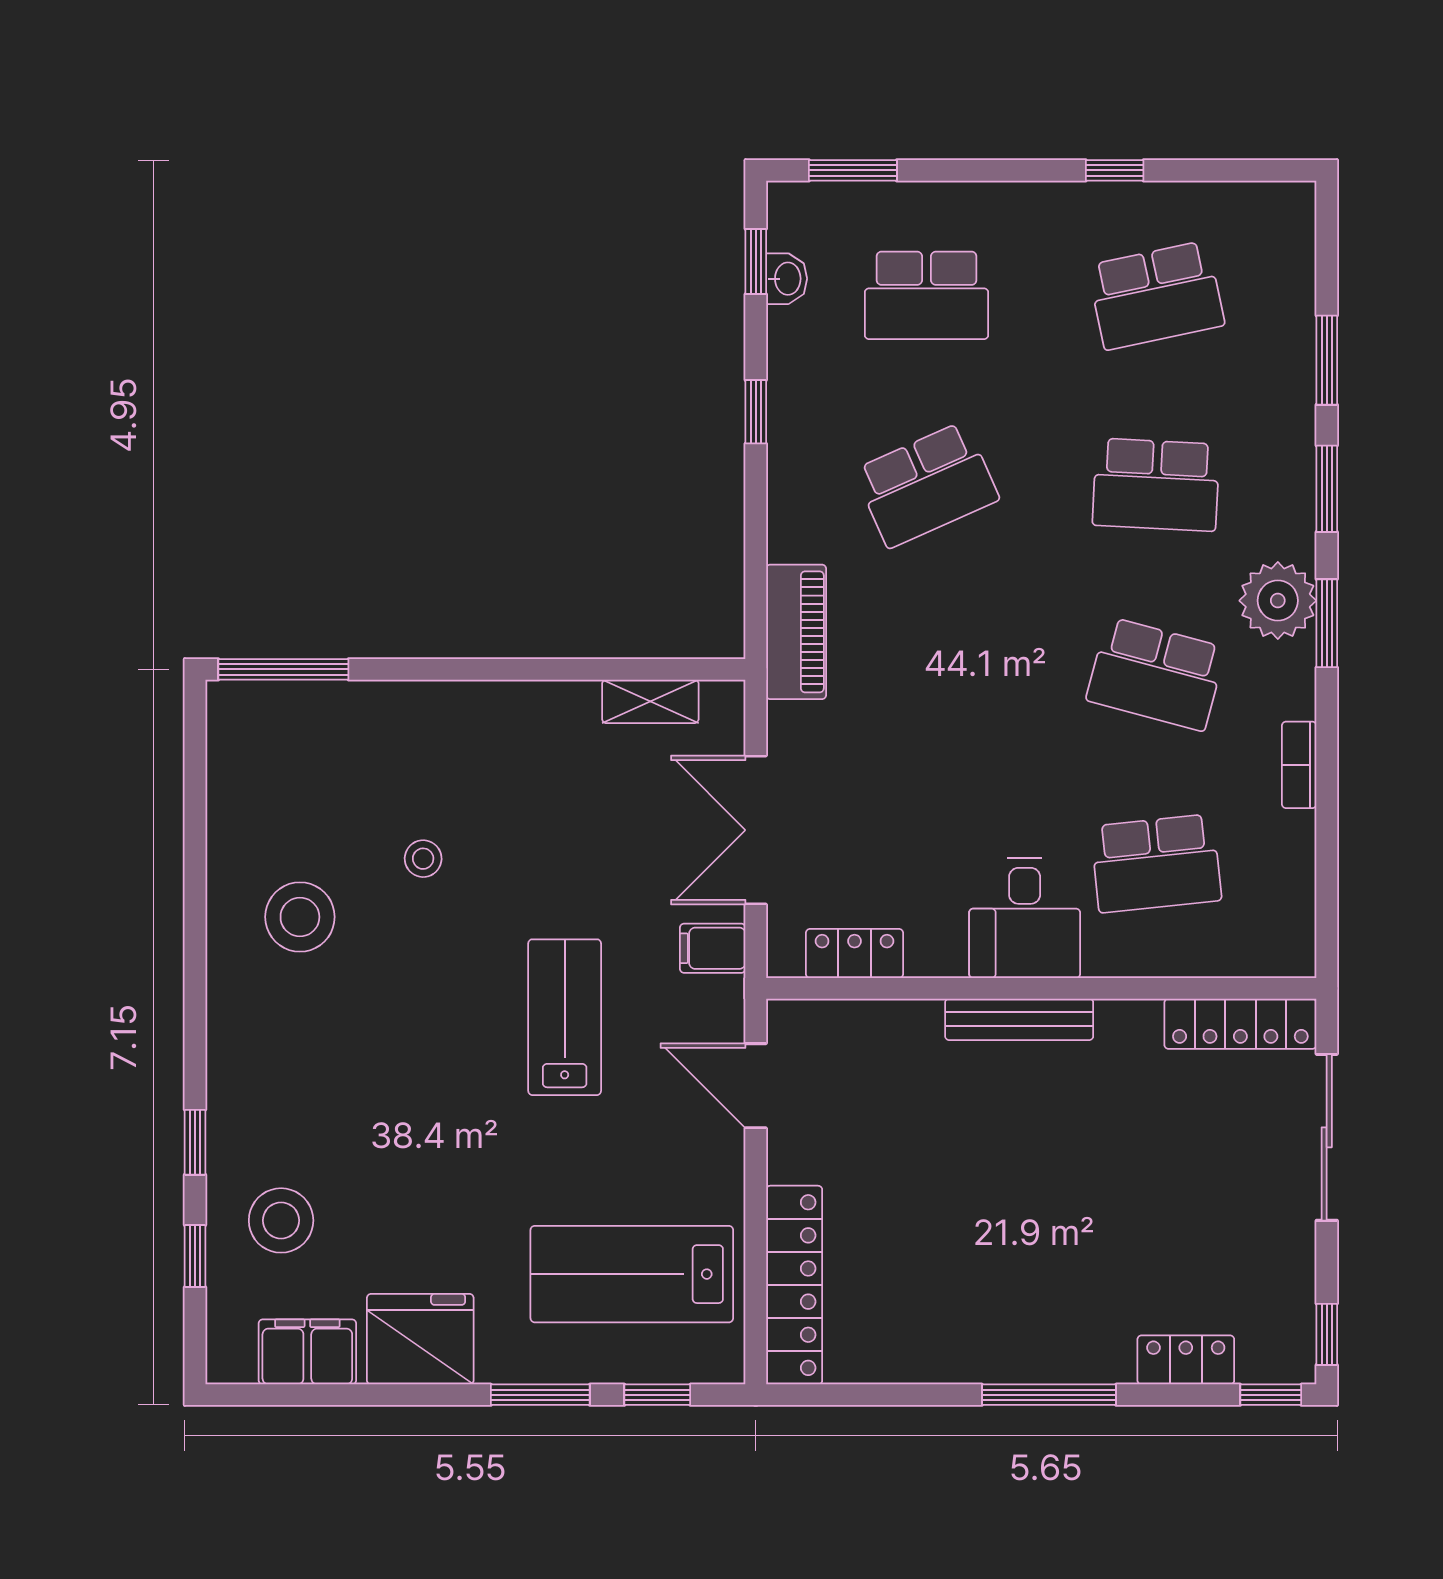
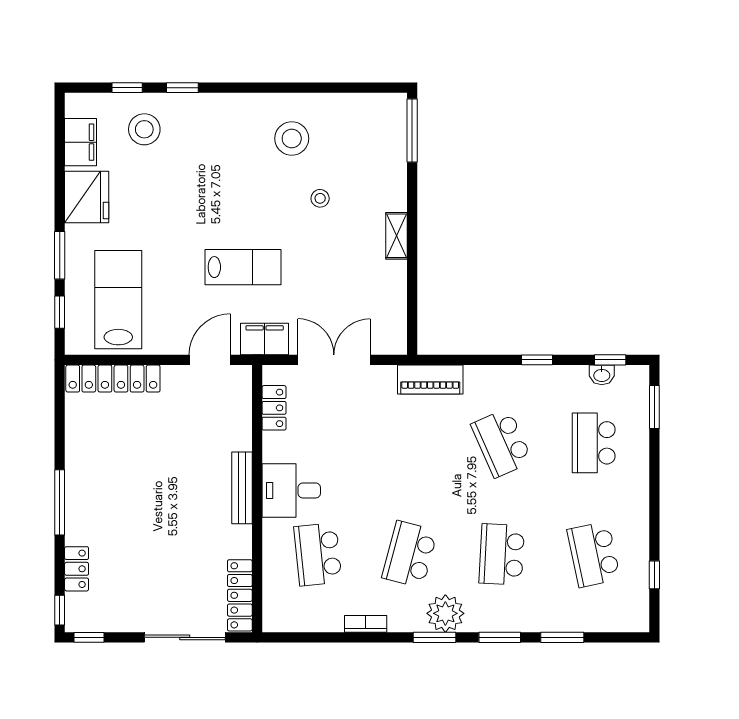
window: (1115, 170) -> (654, 575), moved
shelving: (650, 701) -> (396, 236), moved
filing cabinet: (713, 948) -> (265, 339), width x2.00

